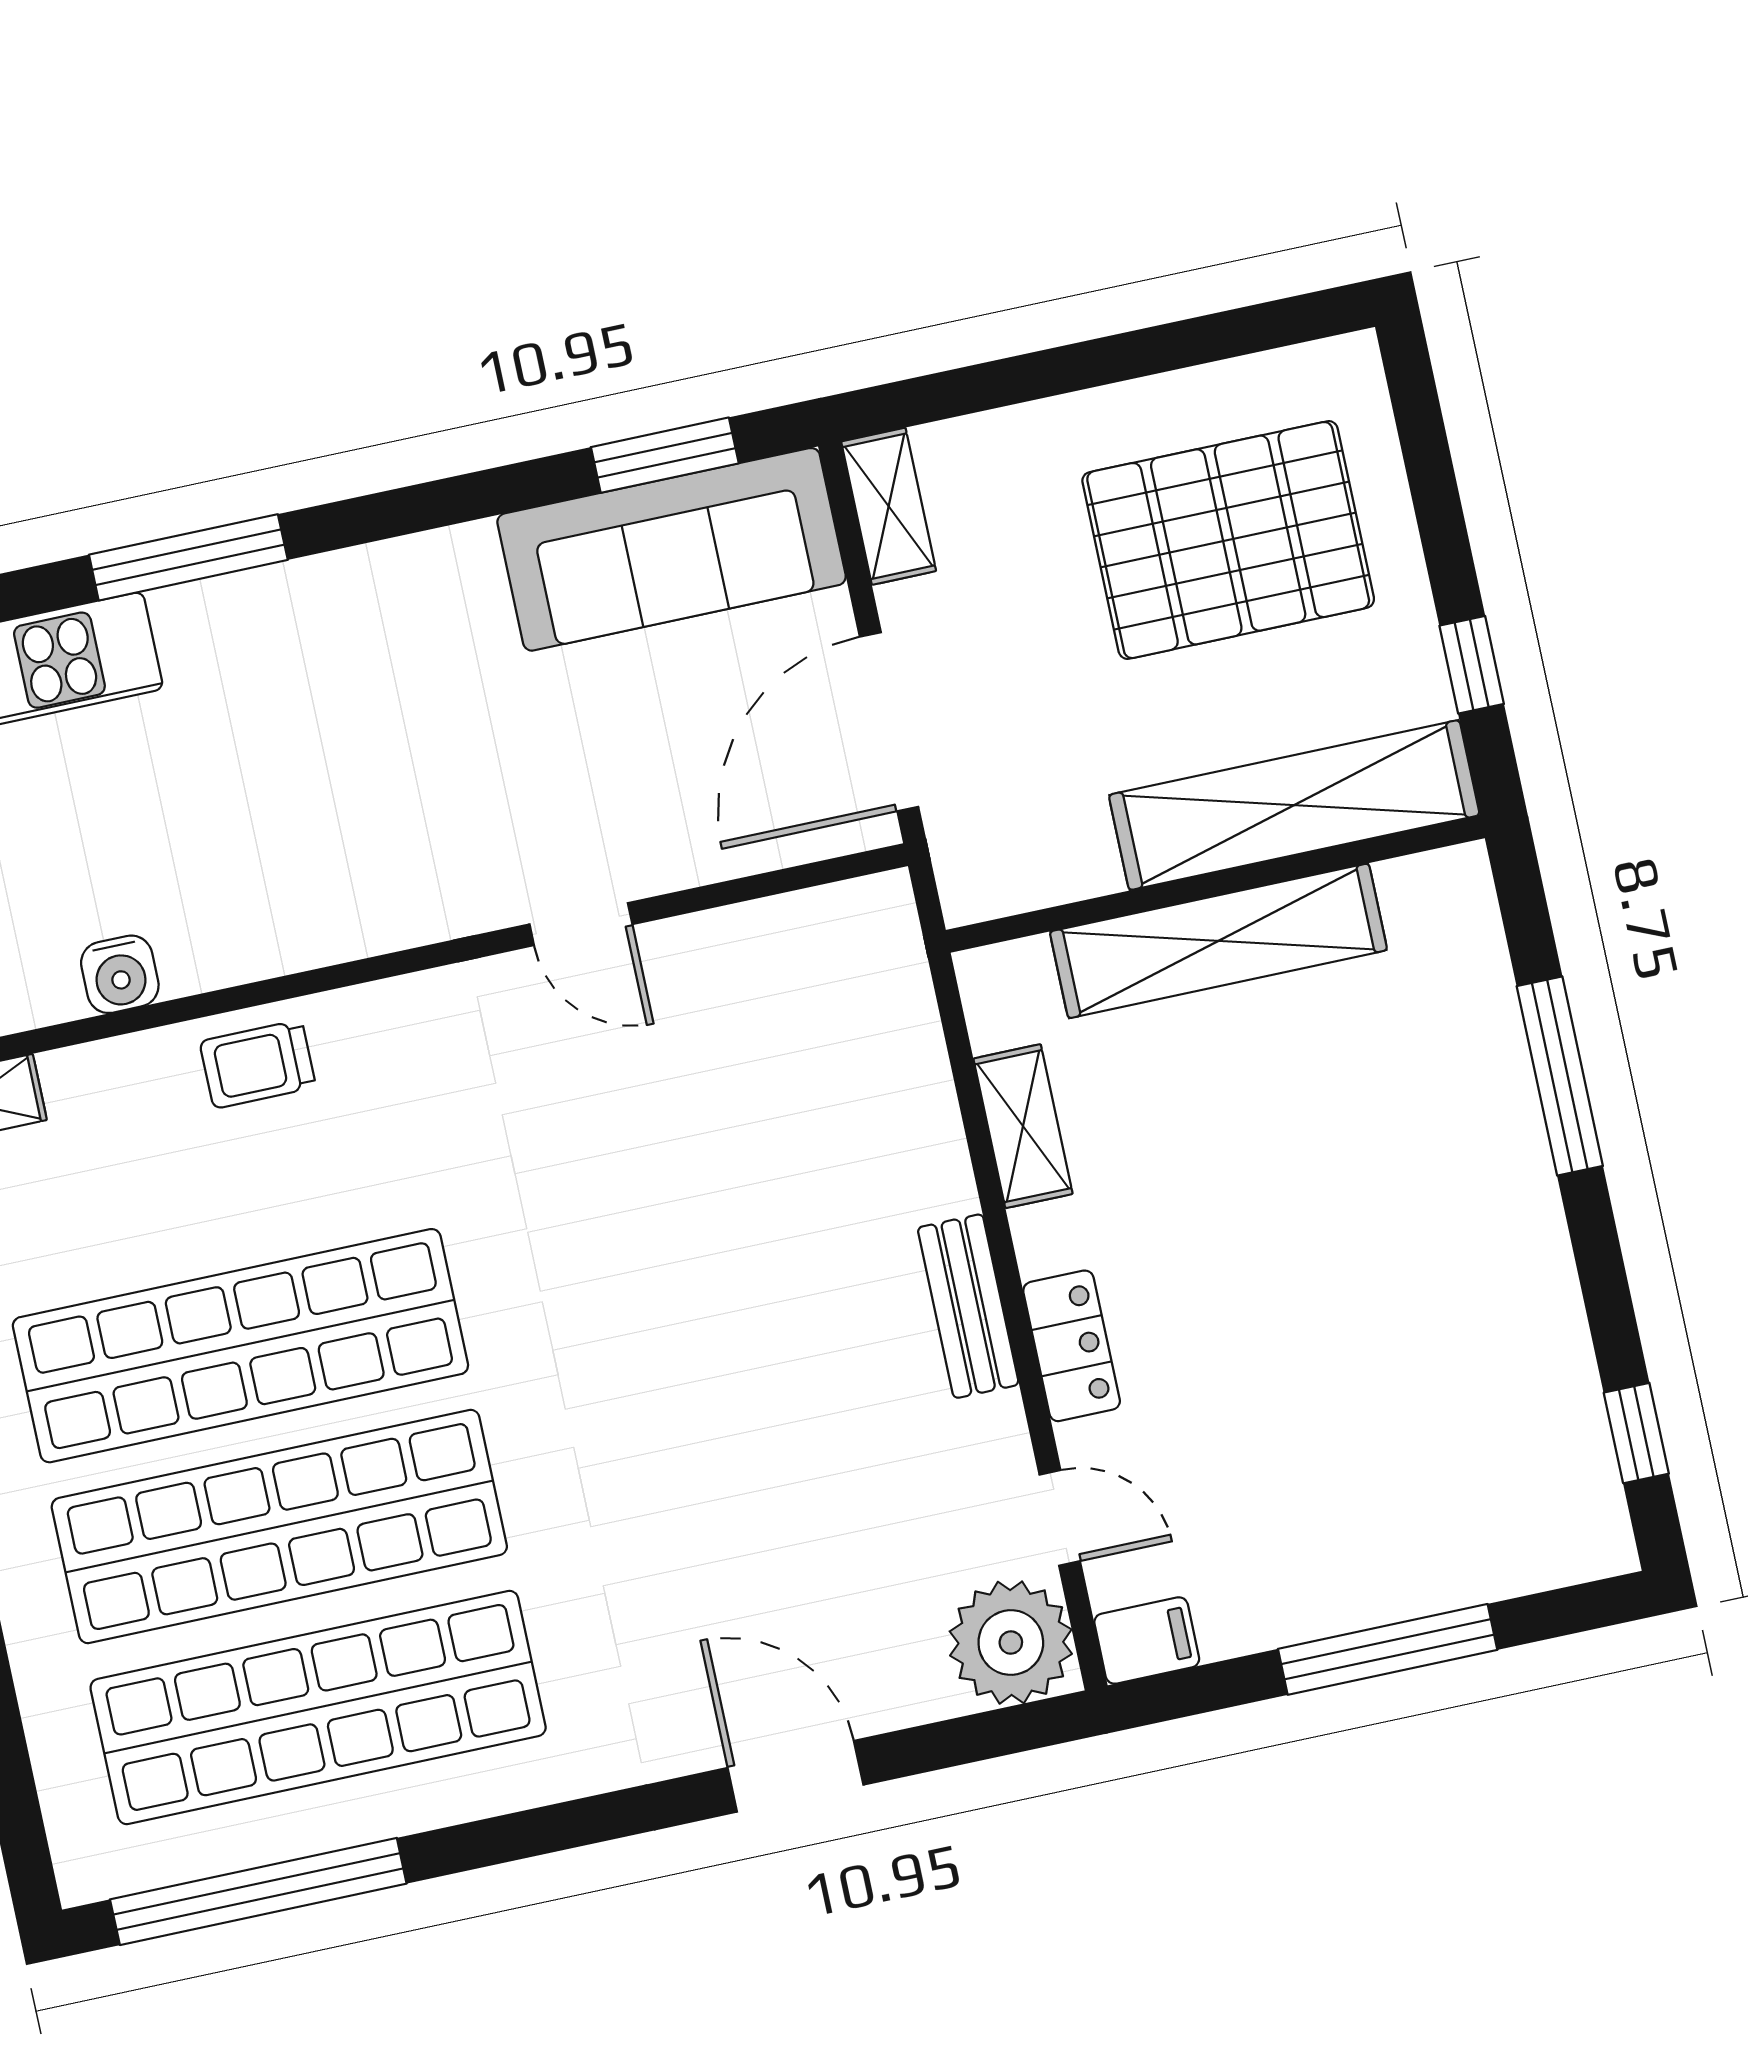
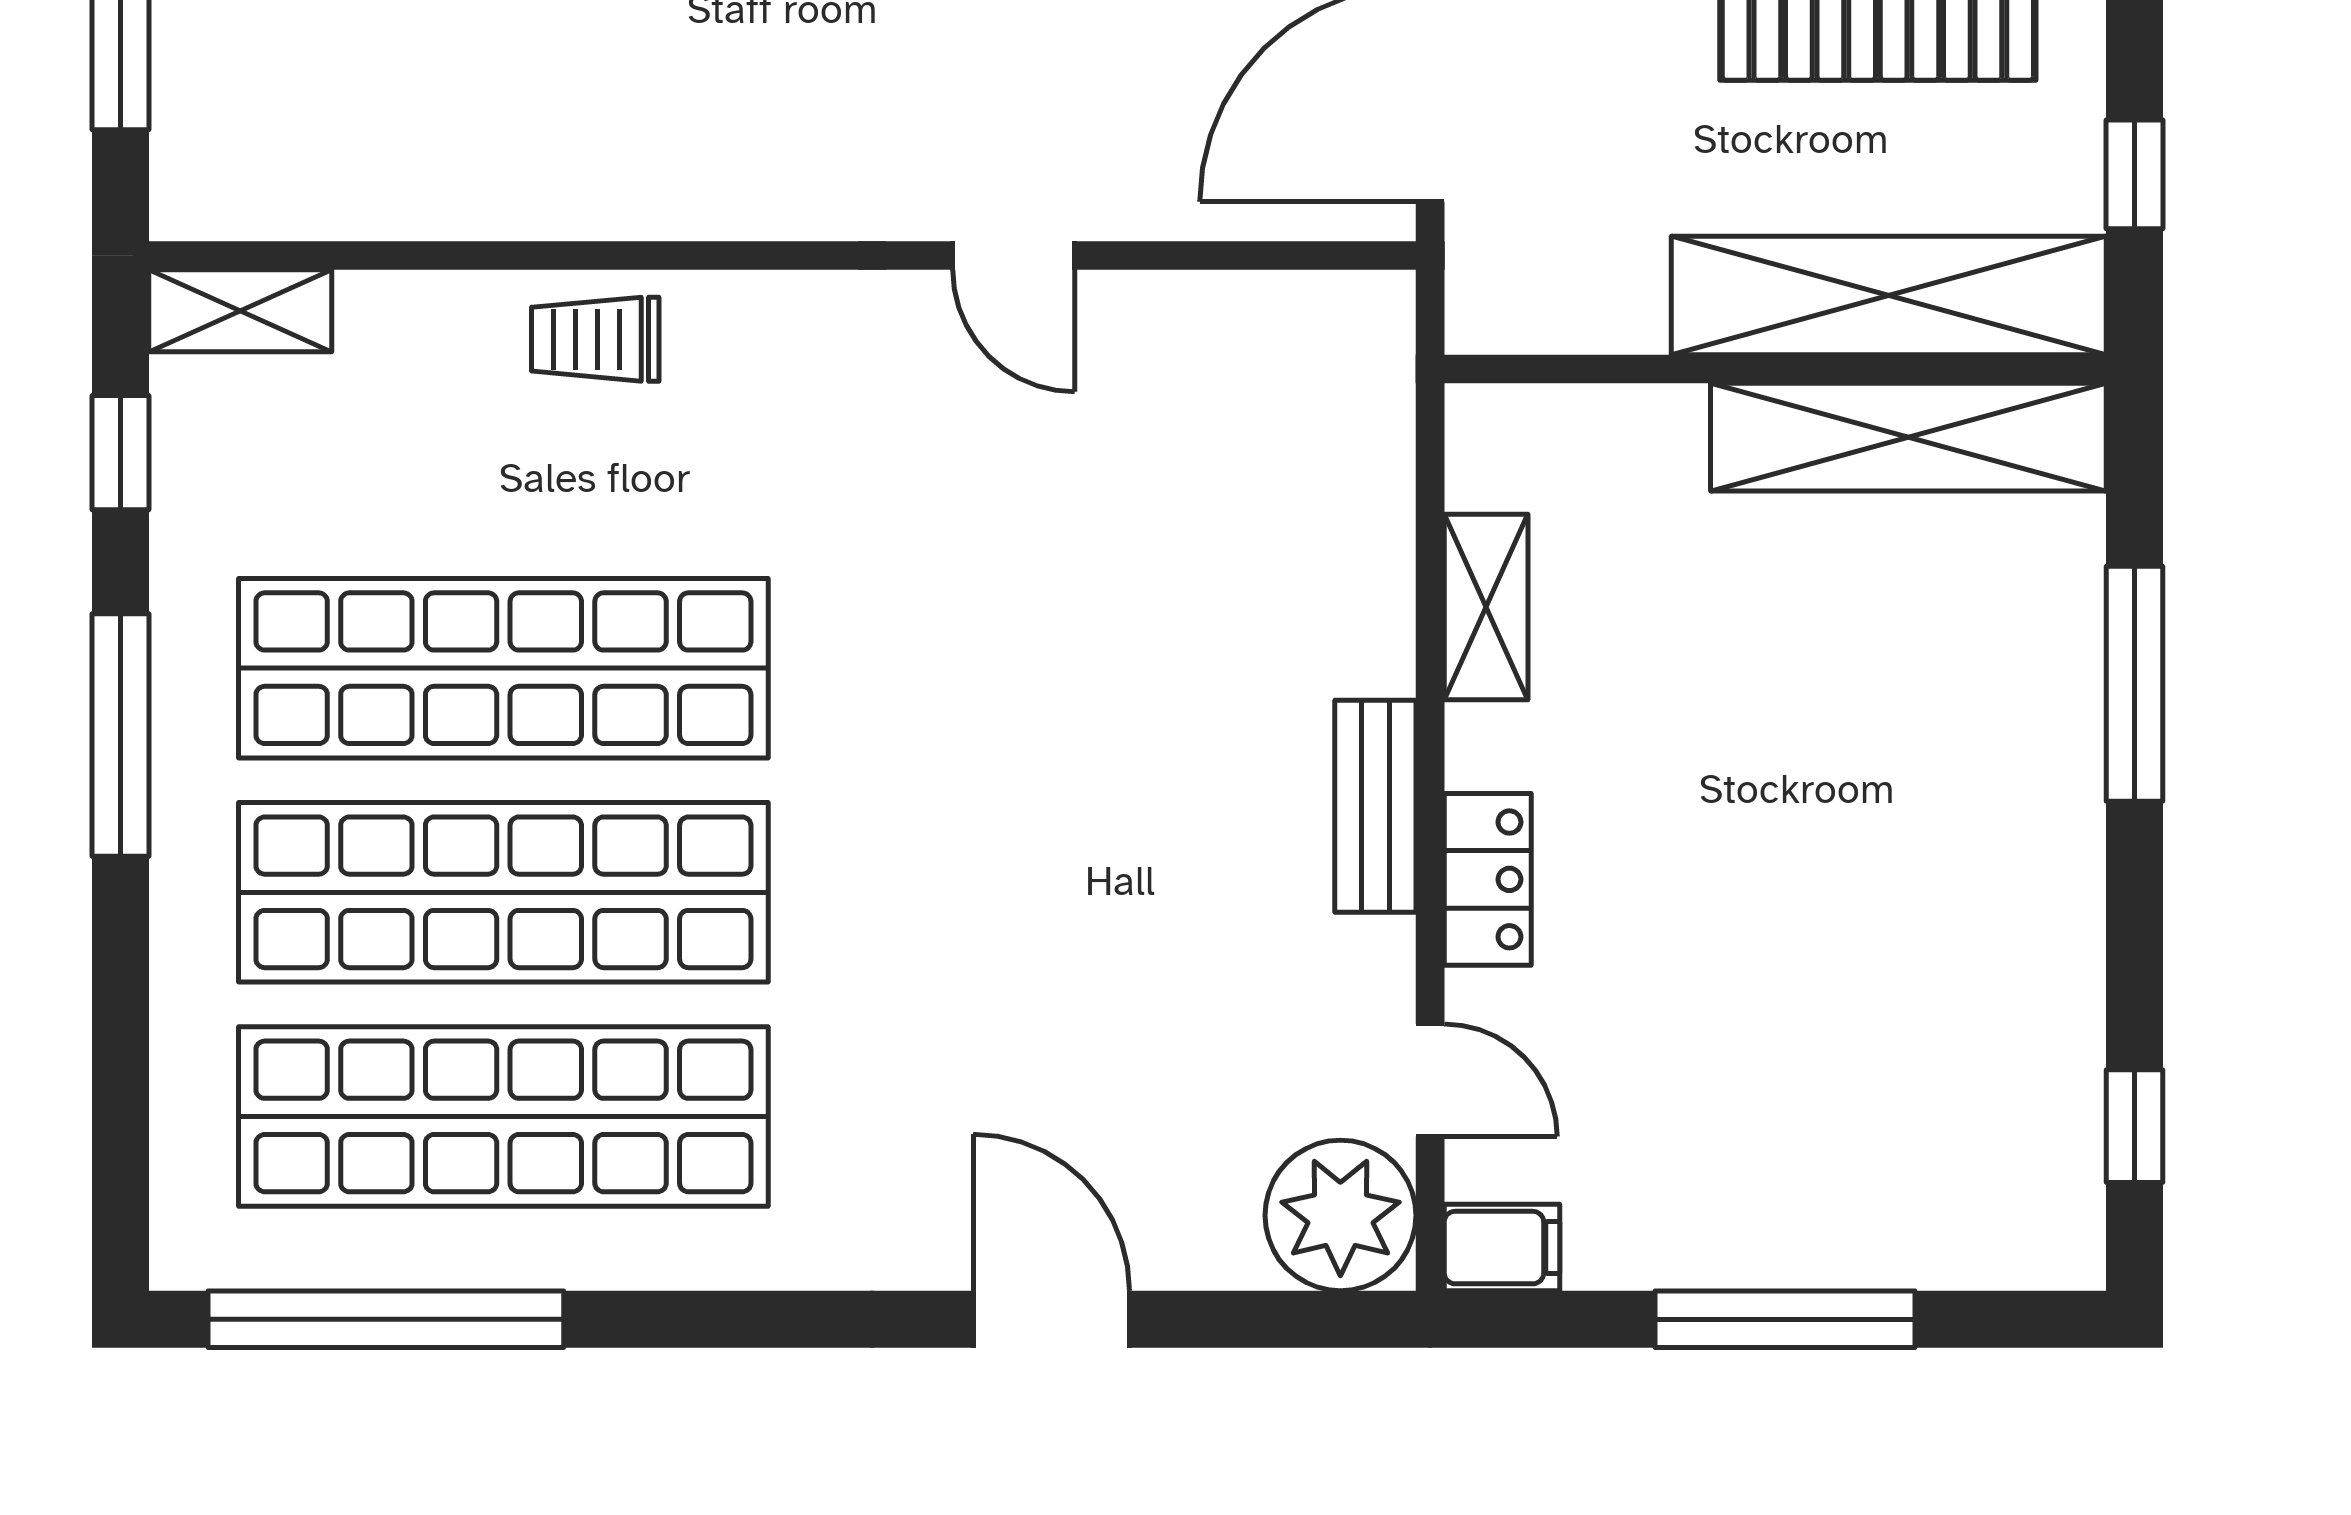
shelving: (1218, 941) -> (1908, 437), moved
water cooler: (120, 974) -> (455, 198), removed

